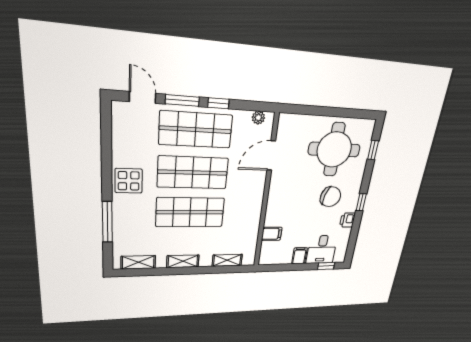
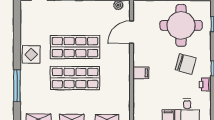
shop shelf: (196, 130) -> (75, 16), removed
filing cabinet: (272, 234) -> (141, 73), moved

